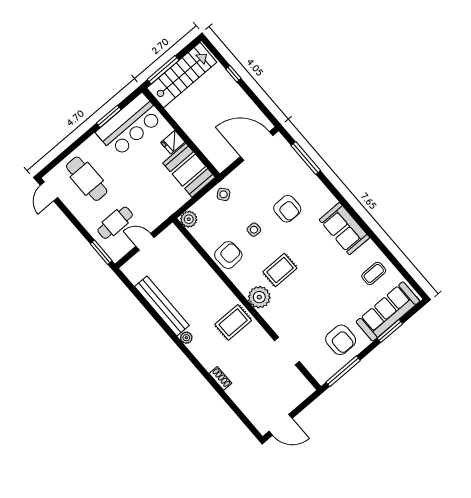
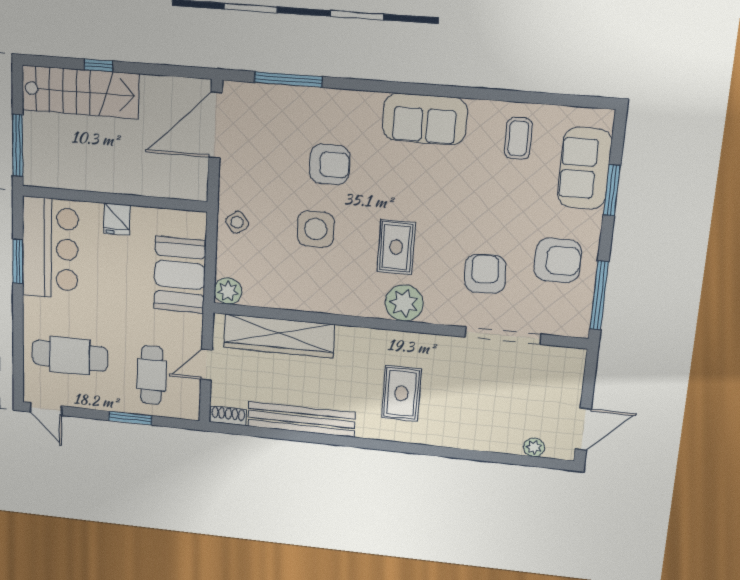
stairs: (182, 75) -> (80, 92), moved, turned 90
booth: (189, 170) -> (180, 275), moved, turned 90
side table: (254, 230) -> (316, 229), width x1.87, depth x1.87
window: (101, 252) -> (130, 418), moved
armchair: (228, 255) -> (485, 274), moved
wardrobe: (191, 260) -> (279, 336), added
sofa: (388, 311) -> (585, 168), width x0.73
rug: (233, 322) -> (401, 393), moved
plant: (186, 338) -> (534, 447), moved
doorway: (287, 351) -> (503, 336), width x1.36
shoe rack: (220, 378) -> (228, 416), moved

